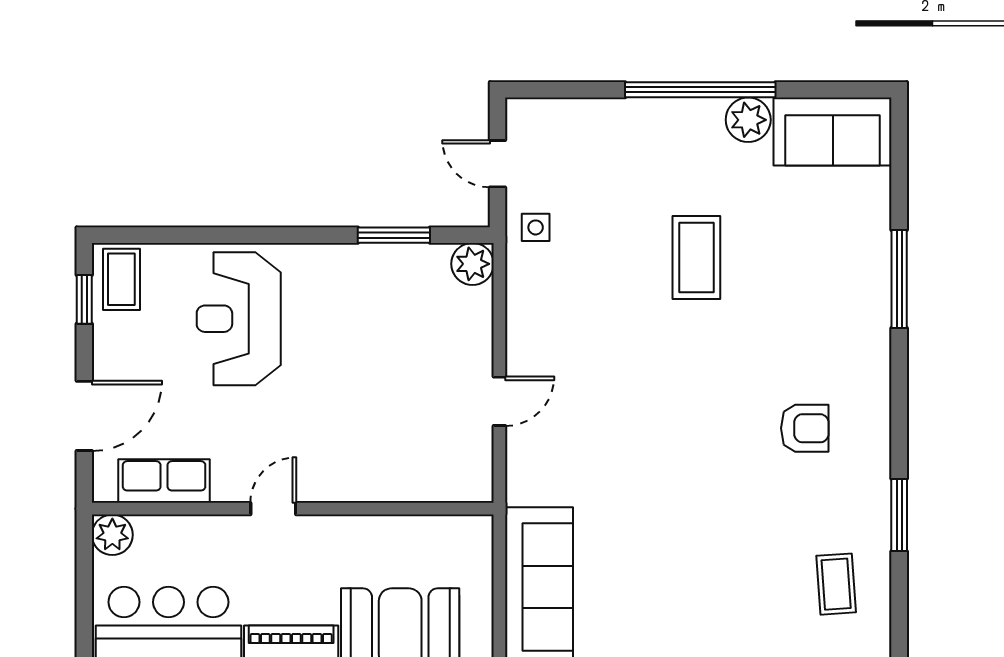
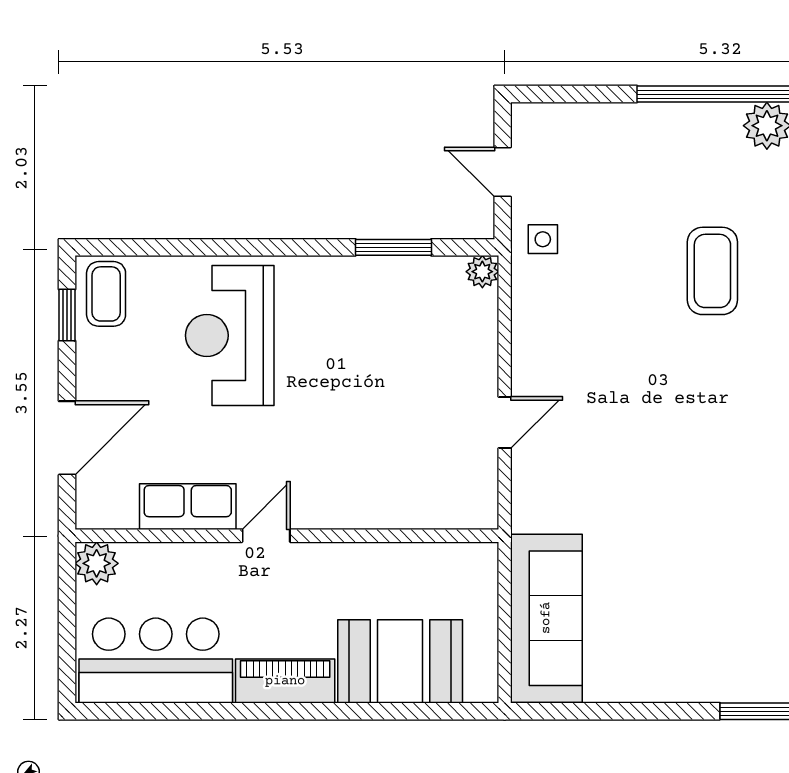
plant: (472, 264) -> (482, 272), width x0.73, depth x0.73
row of seats: (164, 481) -> (188, 507), moved

